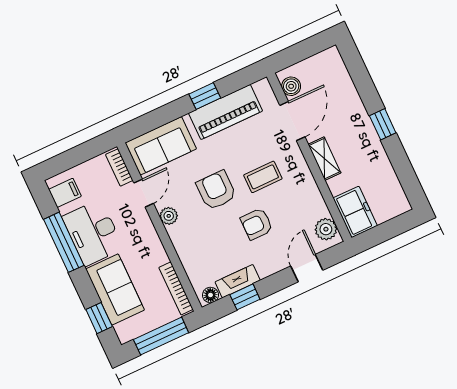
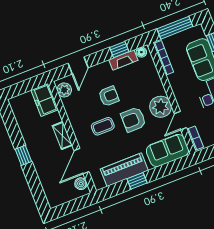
armchair: (216, 190) -> (133, 120), turned 90
plant: (169, 216) -> (161, 107), width x1.88, depth x1.88

